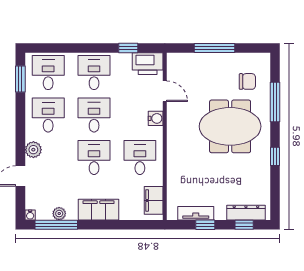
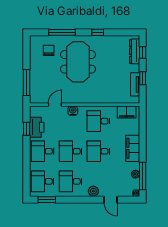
window: (215, 48) -> (26, 83), moved
printer: (148, 64) -> (37, 127), moved

